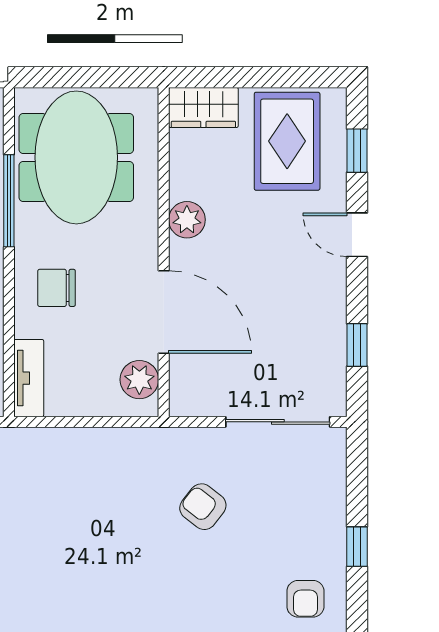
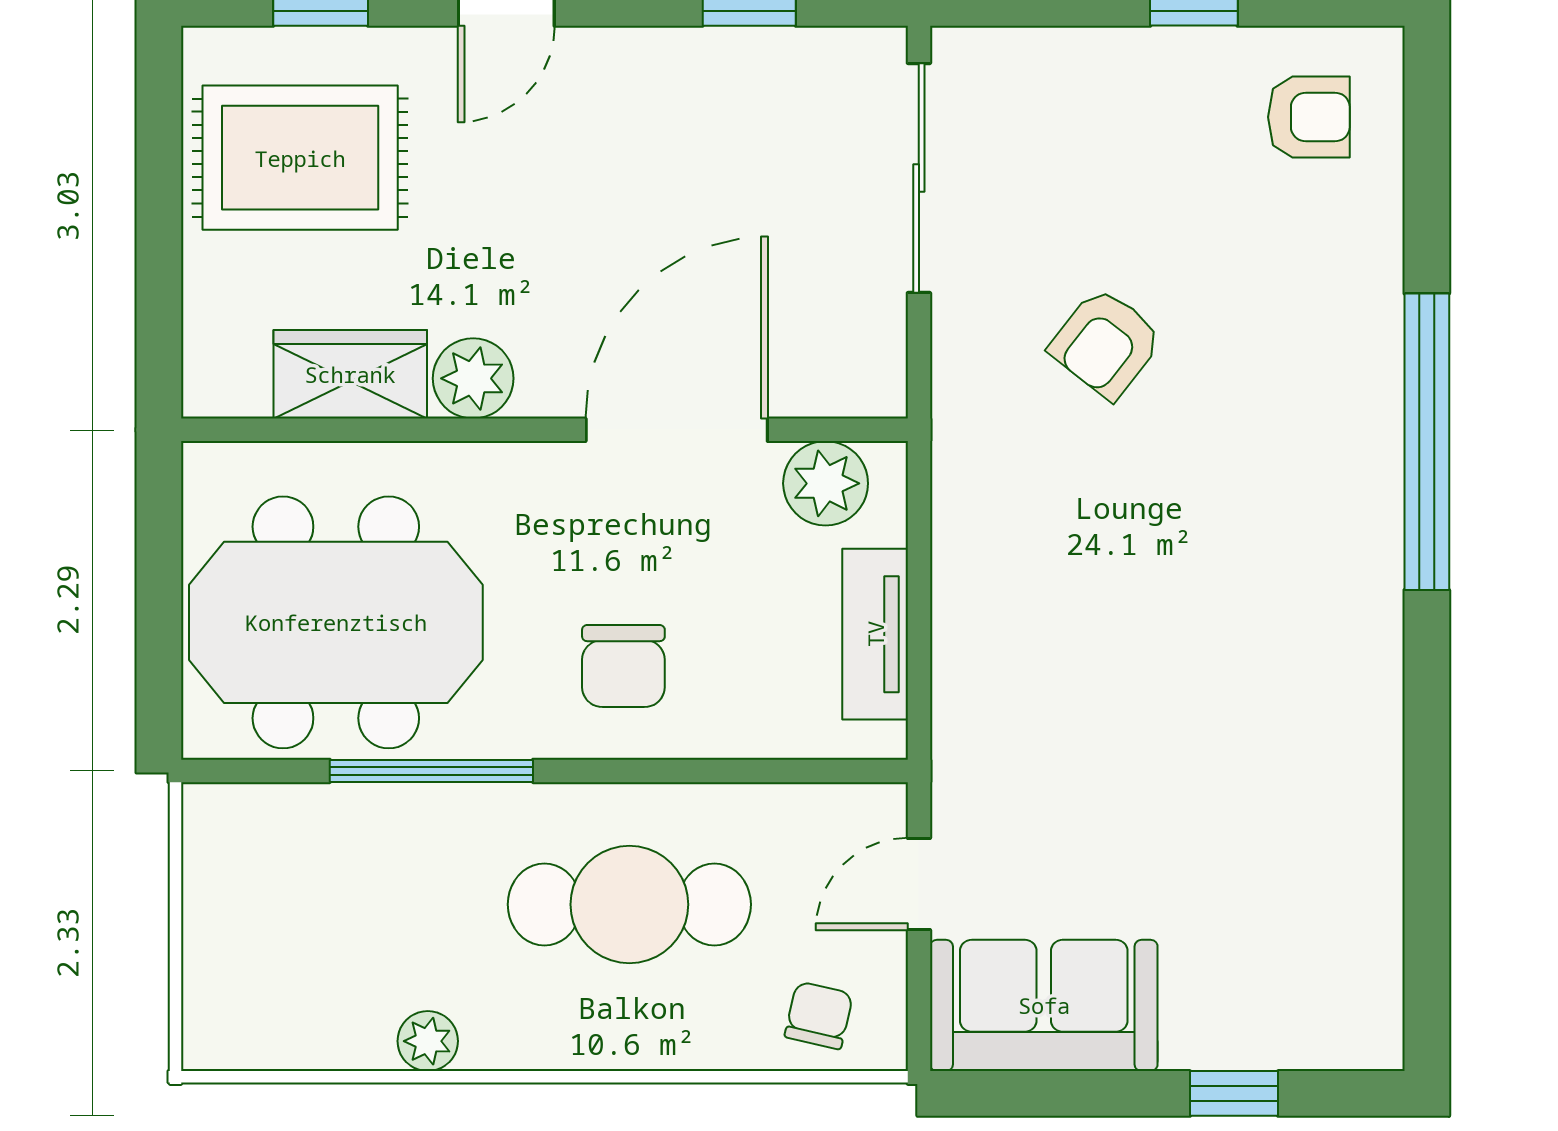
wardrobe: (203, 107) -> (350, 374), moved, turned -90
tv unit: (29, 378) -> (875, 634), moved, turned -90

